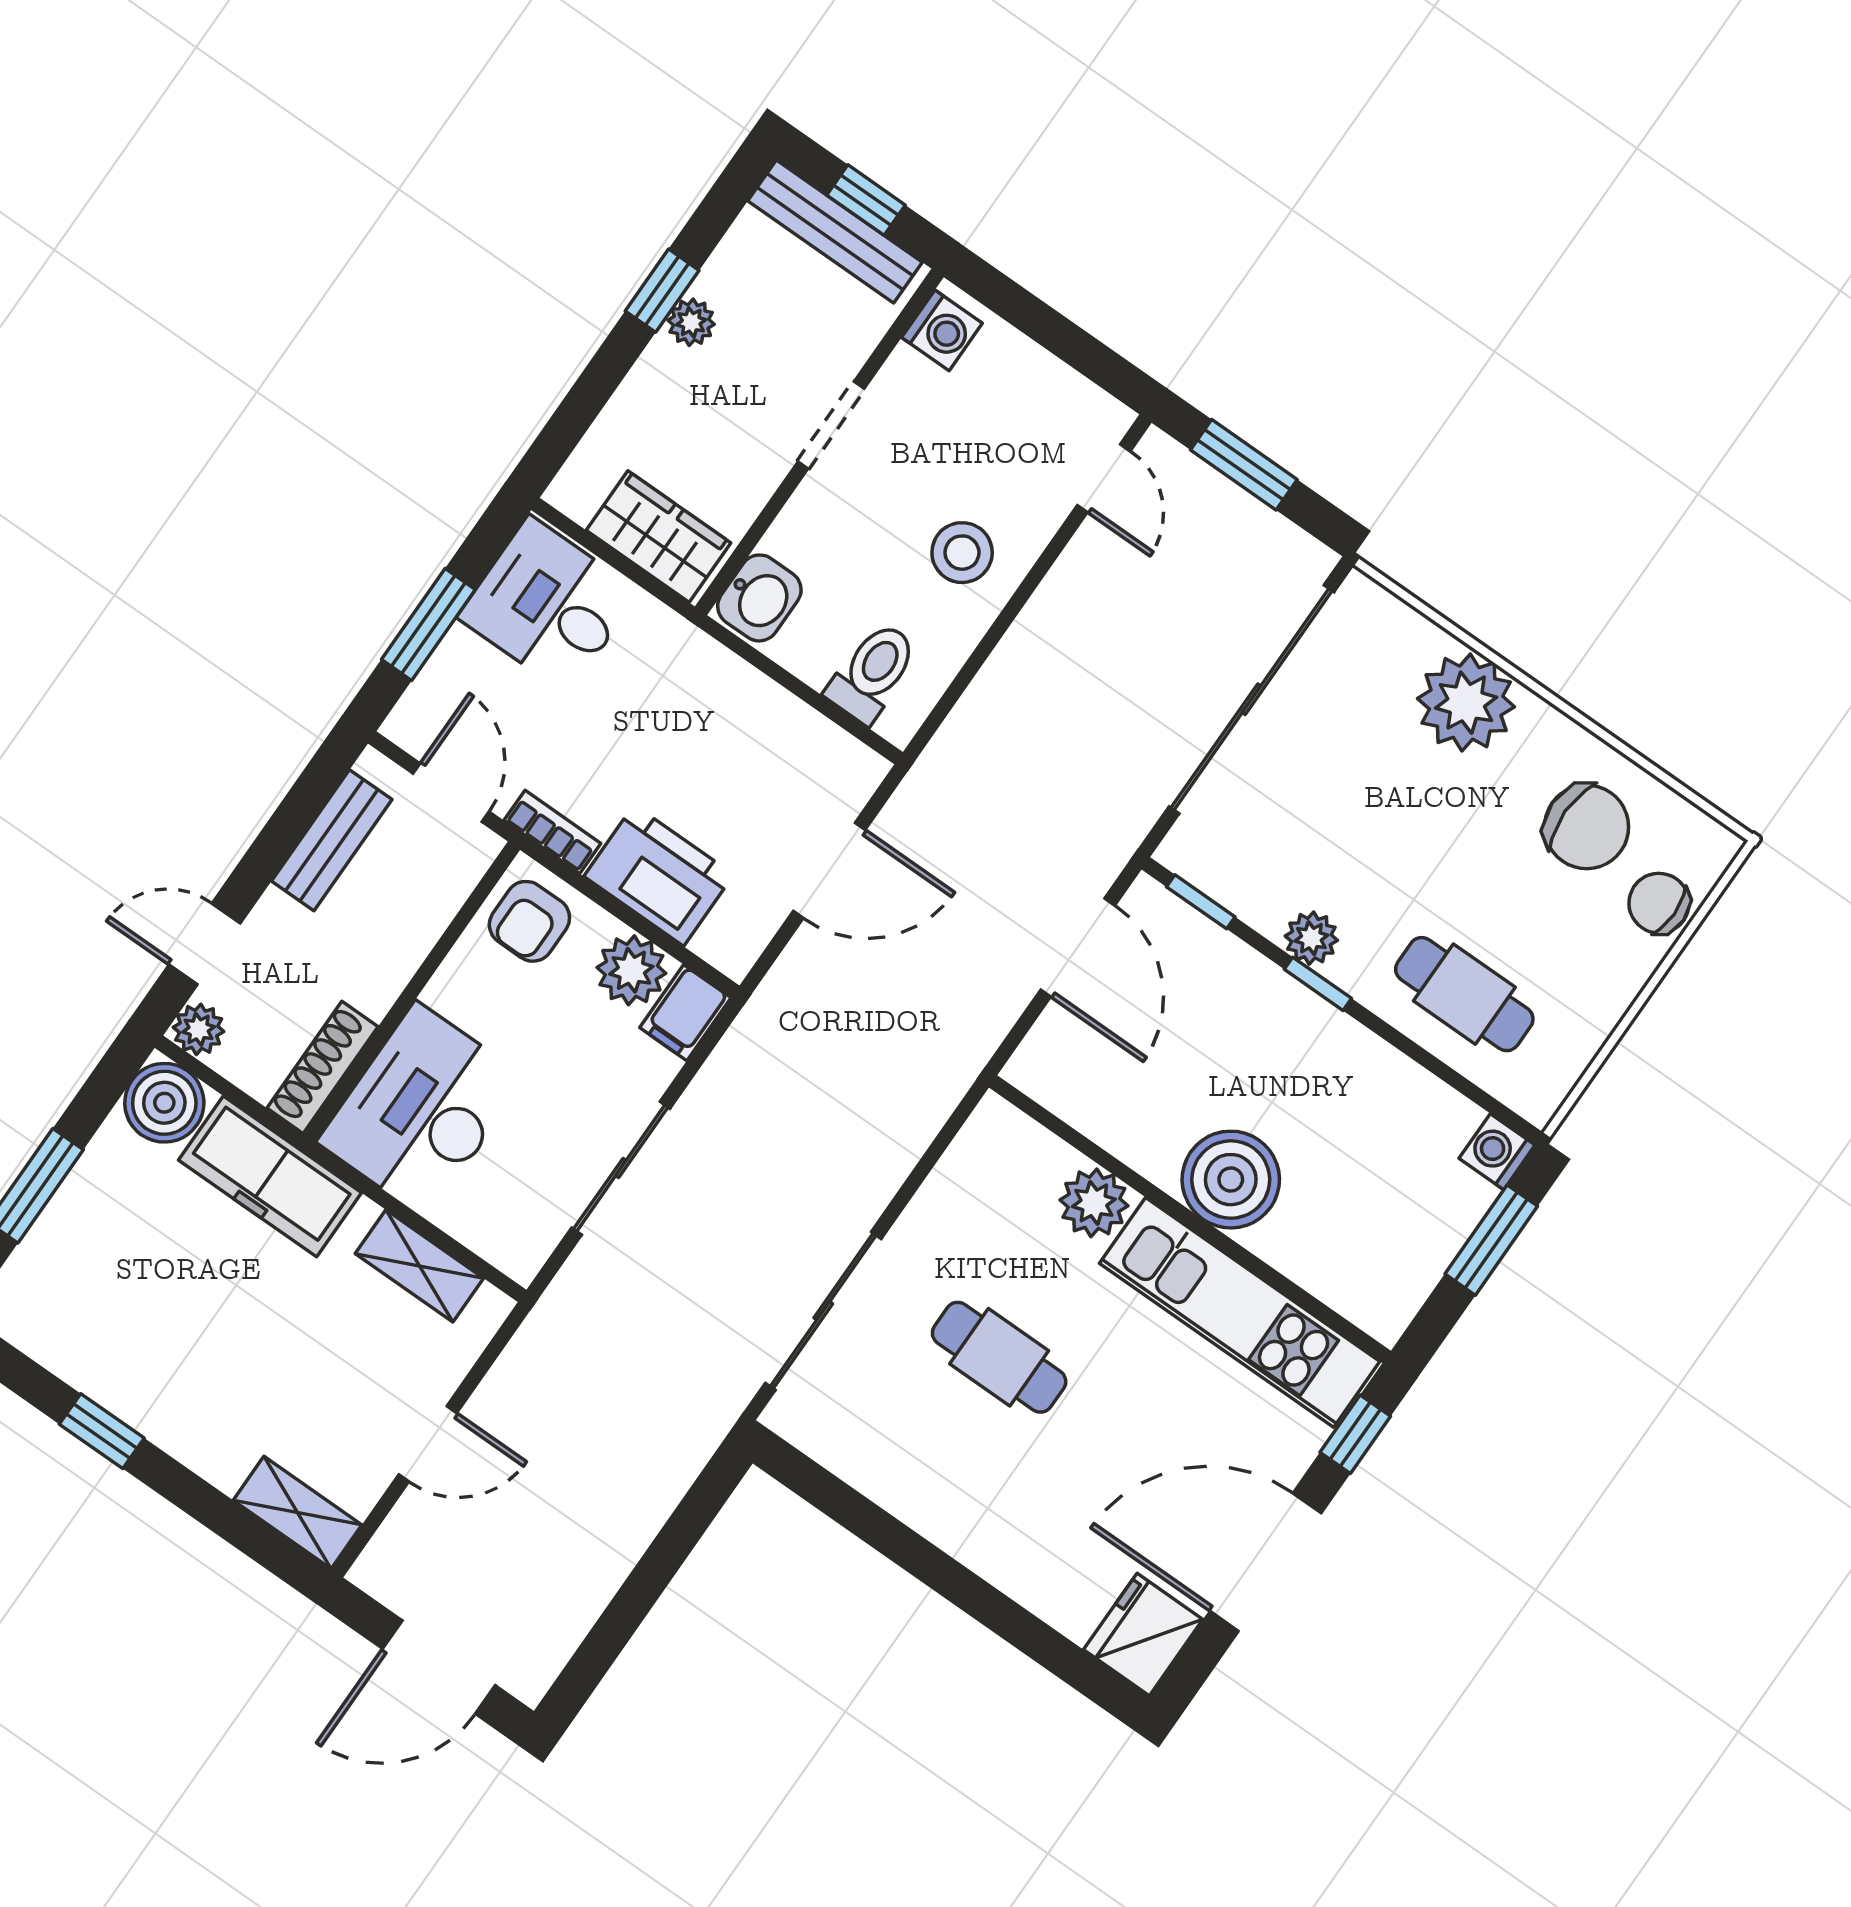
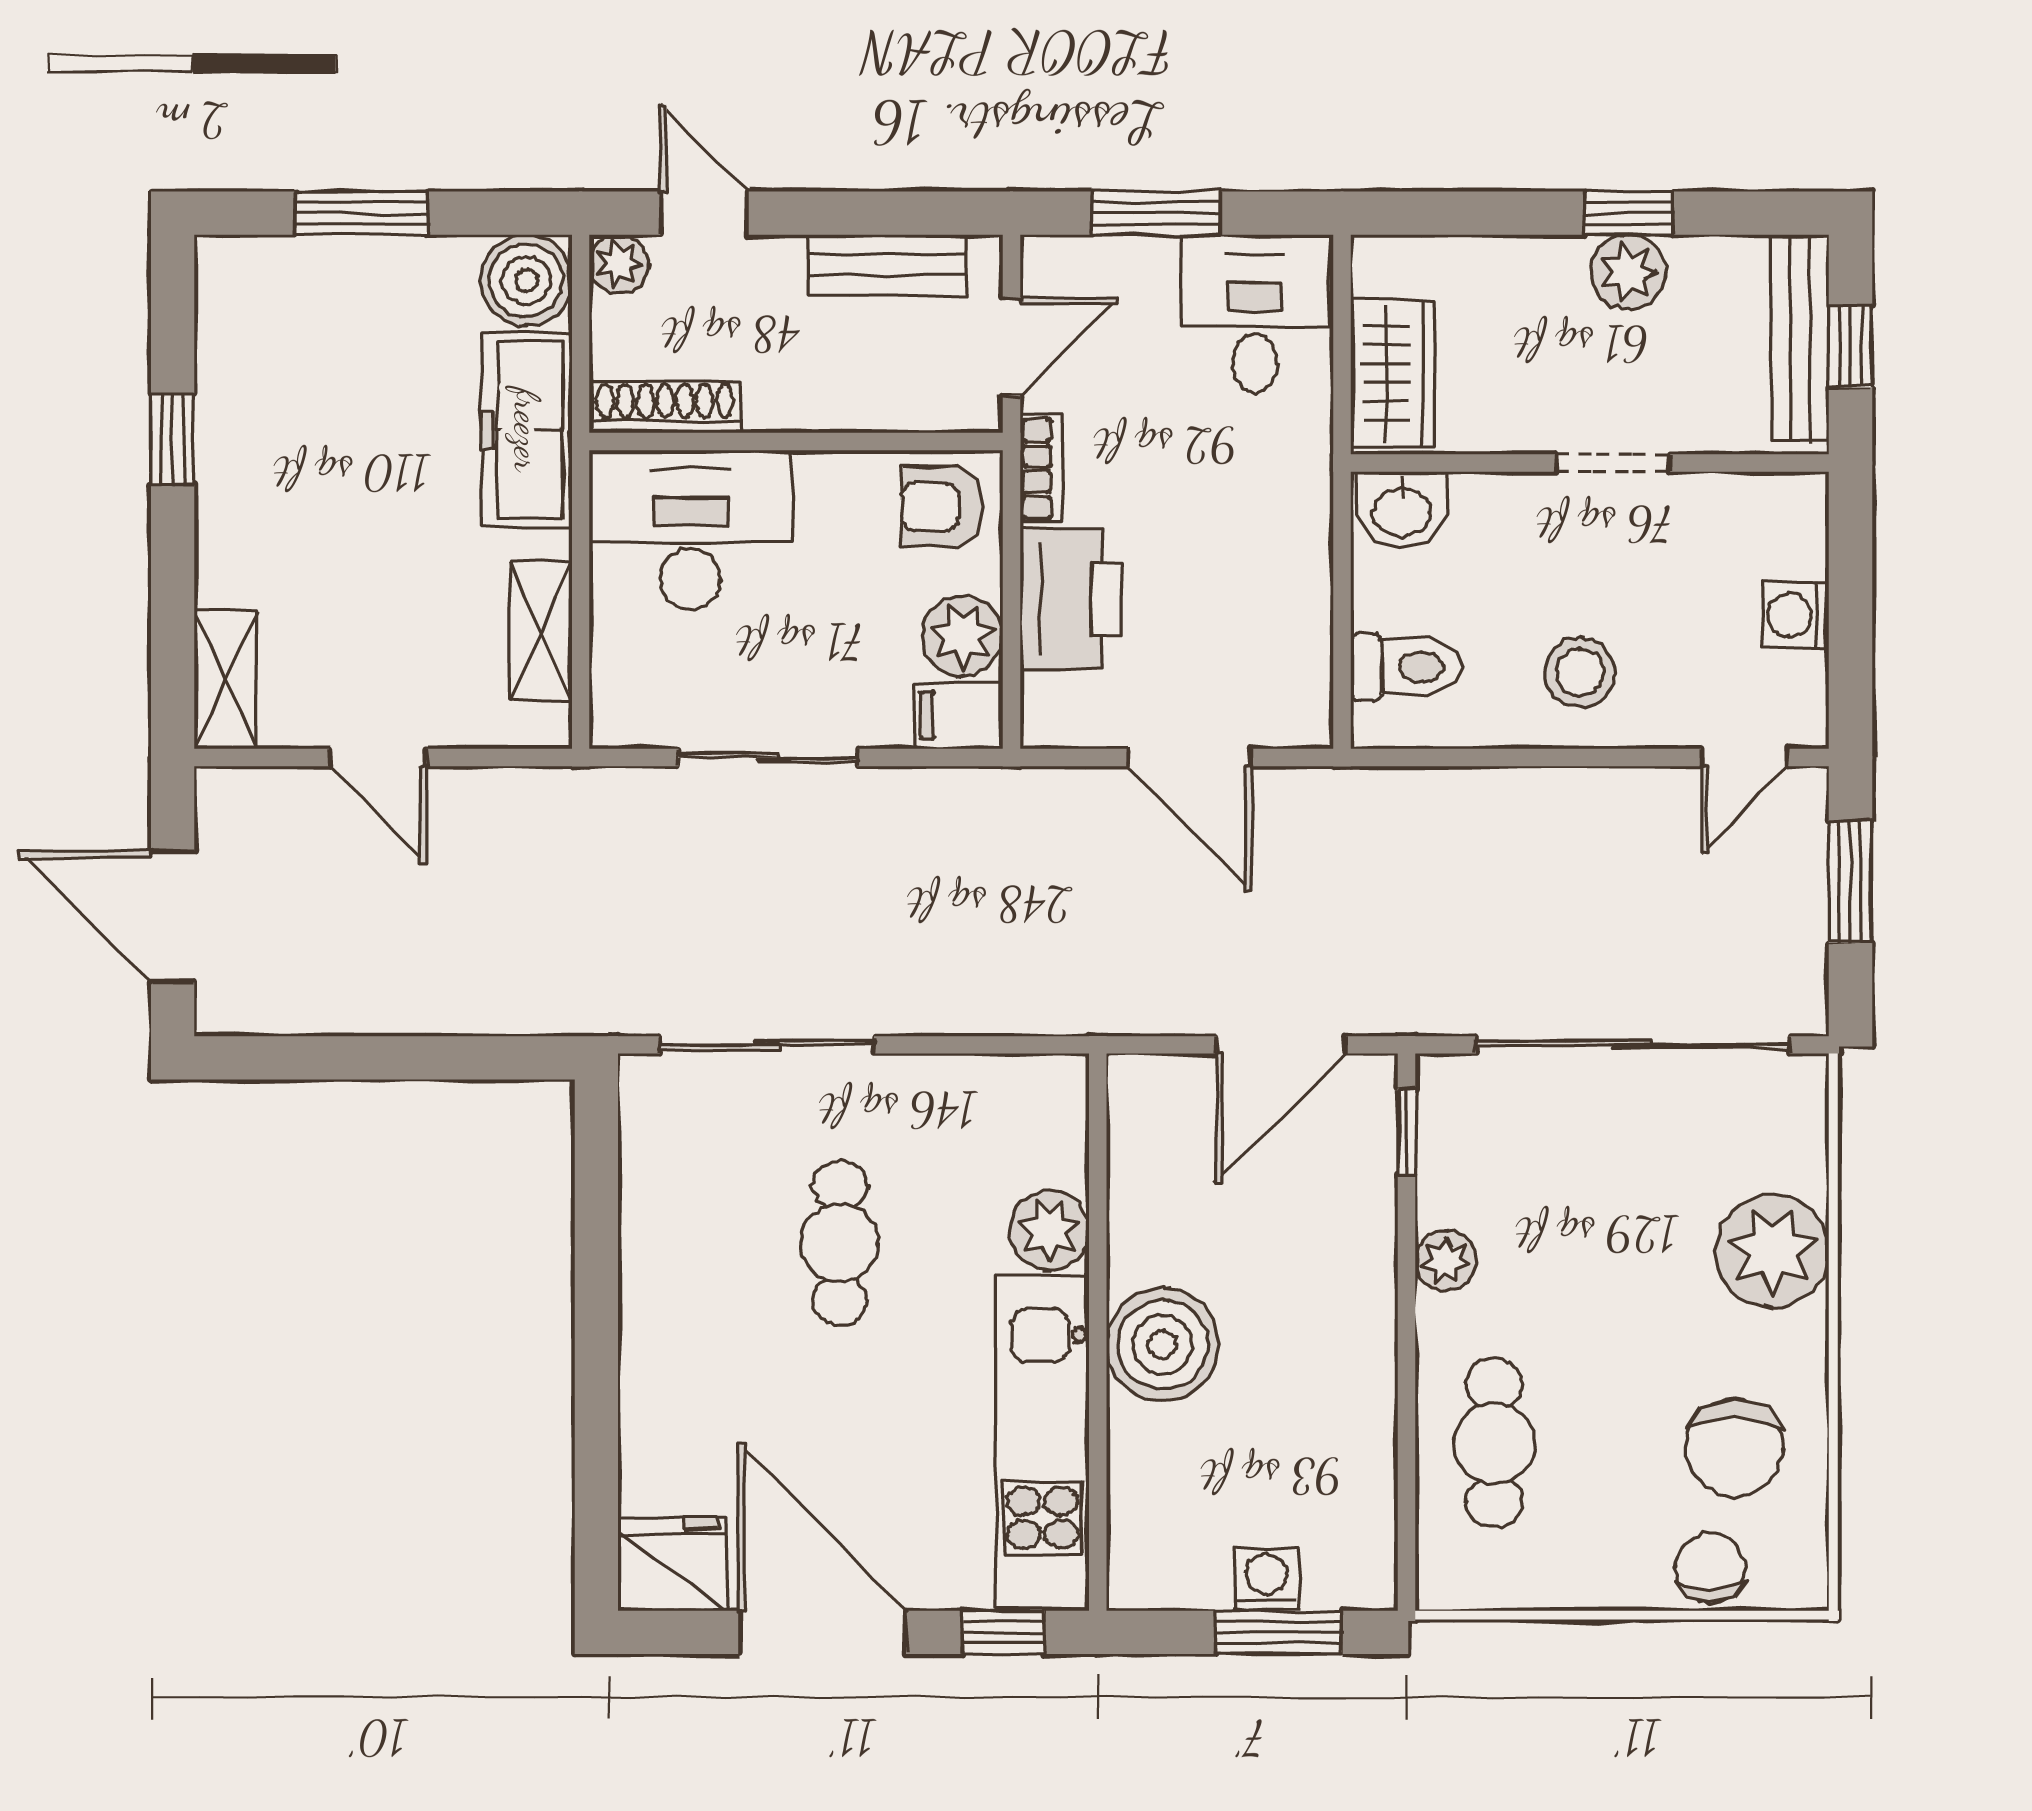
plant: (691, 322) -> (1628, 272), width x1.38, depth x1.38
washing machine: (942, 330) -> (1795, 615), moved, turned 90
window: (1318, 984) -> (1407, 1297), removed
washing machine: (1497, 1152) -> (1267, 1579), moved

